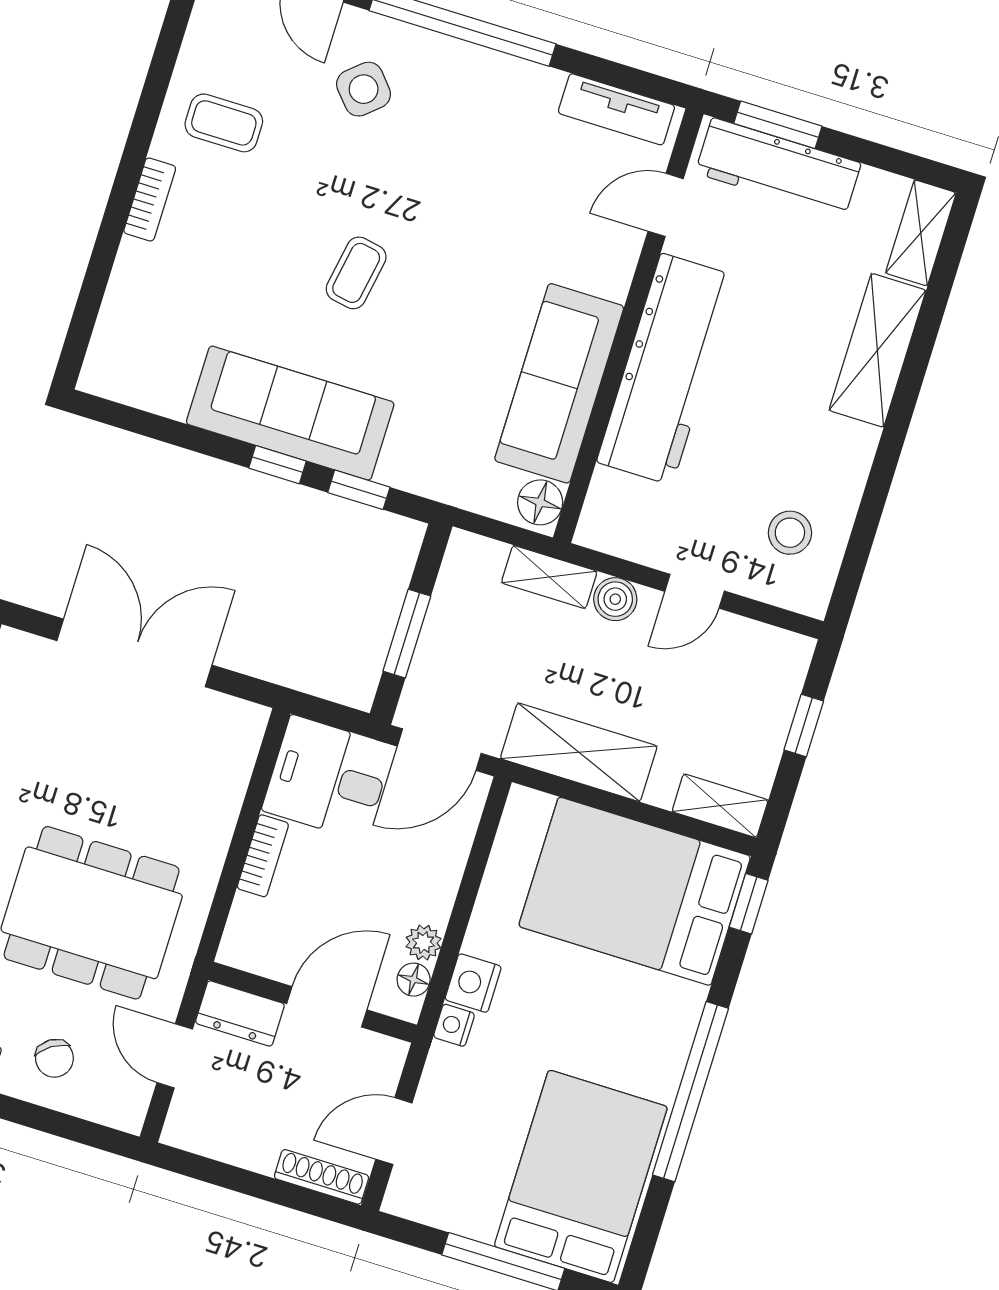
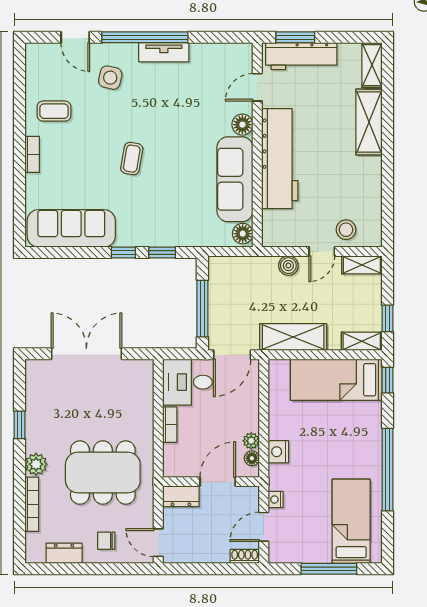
side table: (364, 89) -> (110, 78), turned -36
tv unit: (616, 109) -> (164, 52), moved
floor lamp: (610, 274) -> (242, 125), added
sofa: (290, 413) -> (71, 228), moved
stool: (790, 533) -> (346, 230), moved
shelving: (549, 577) -> (362, 265), moved
window: (407, 634) -> (202, 309), width x1.44
window: (804, 726) -> (387, 318), moved
bed: (635, 891) -> (336, 380), width x0.67
nightstand: (454, 1025) -> (276, 499), moved
door: (175, 1056) -> (158, 543), moved
chair: (54, 1058) -> (106, 541), turned 123
bed: (581, 1176) -> (351, 521), width x0.67
shoe rack: (322, 1177) -> (245, 556), width x0.70

